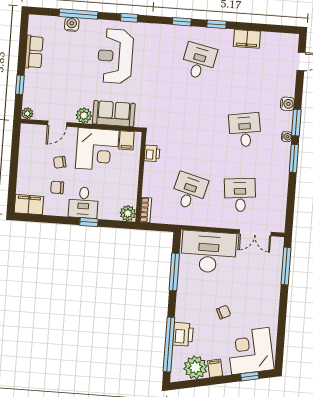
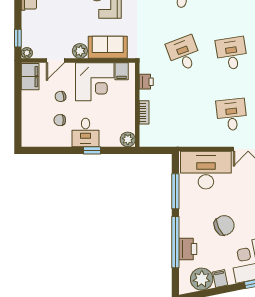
window: (20, 85) -> (18, 38), moved
desk: (189, 191) -> (184, 53), moved, turned -36
filing cabinet: (29, 205) -> (30, 77), moved, turned 90
bookcase: (146, 210) -> (144, 112), moved
chair: (224, 312) -> (224, 225), width x1.87, depth x1.87
window: (169, 345) -> (175, 242), moved

